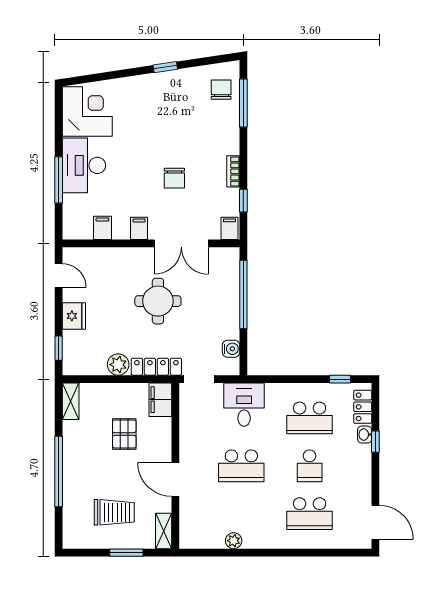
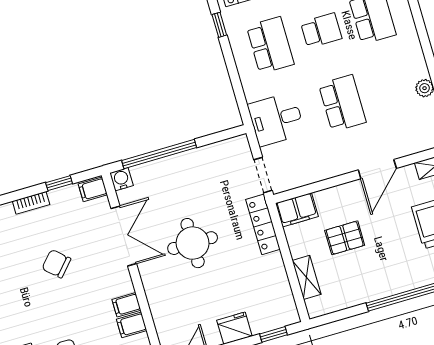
chair: (174, 178) -> (56, 264), turned -138
filing cabinet: (139, 228) -> (126, 305), moved
water cooler: (231, 349) -> (121, 179), moved
plant: (118, 365) -> (273, 266), removed
shelving: (71, 401) -> (307, 277), moved, turned 90

